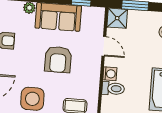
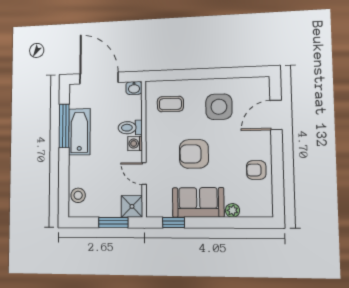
armchair: (58, 59) -> (194, 154), turned -90

